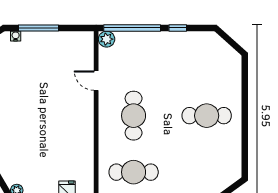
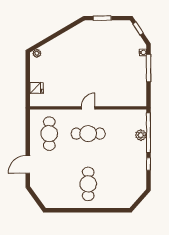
plant: (107, 39) -> (141, 135), moved
door: (96, 81) -> (88, 108), moved

